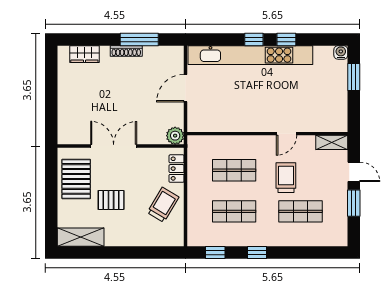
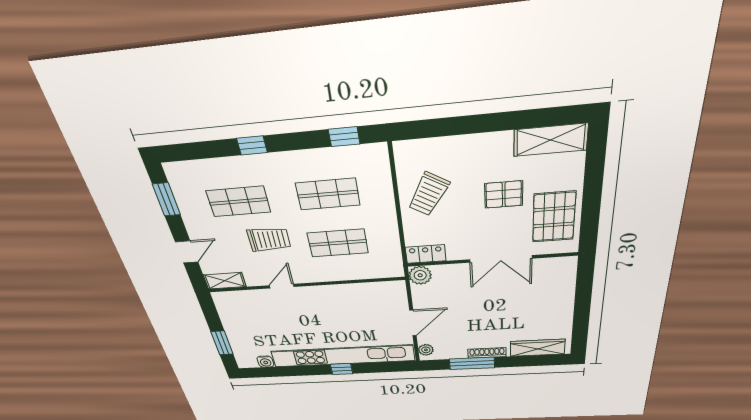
window: (286, 39) -> (306, 370), removed
water cooler: (341, 52) -> (265, 362), moved
wardrobe: (84, 54) -> (538, 348), width x1.50
plant: (177, 58) -> (426, 350), added
locker: (177, 169) -> (426, 254), moved, turned -90
door: (354, 172) -> (187, 252), swing flipped
trolley: (286, 178) -> (269, 239), turned -90
window: (354, 203) -> (166, 199), moved
window: (257, 253) -> (252, 145), moved

